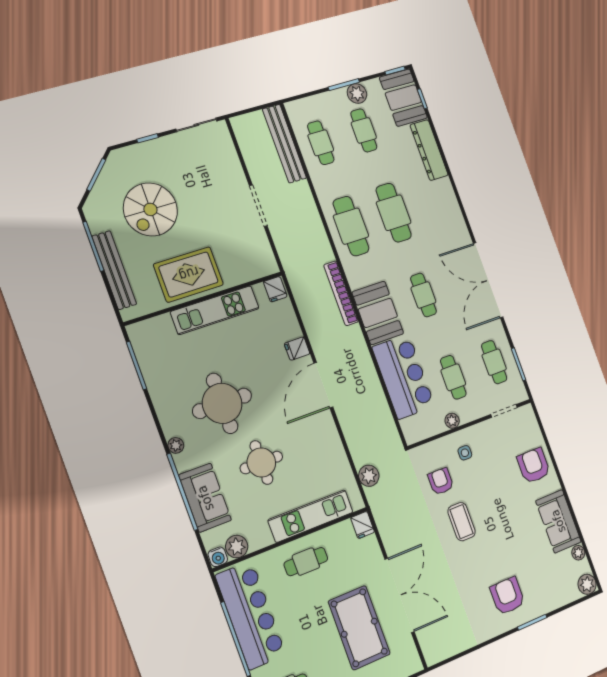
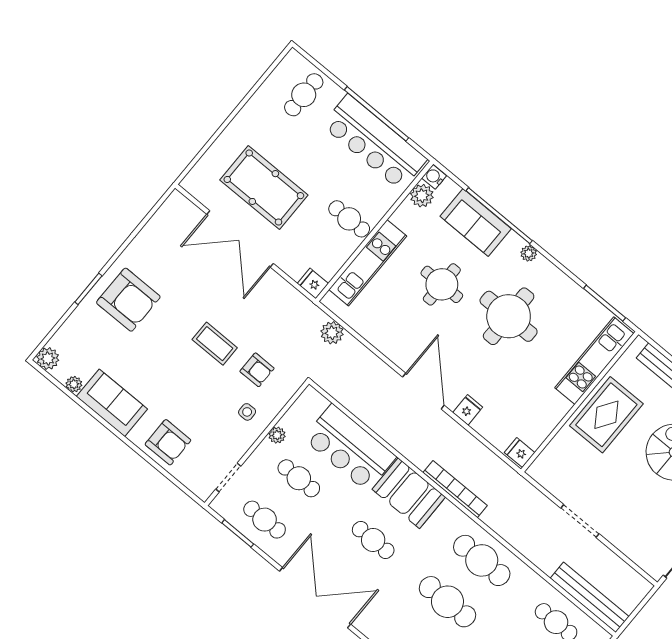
kitchen unit: (215, 310) -> (594, 361), moved
cafe table: (306, 562) -> (349, 219), turned 90
armchair: (507, 596) -> (128, 300), width x1.36, depth x1.36

